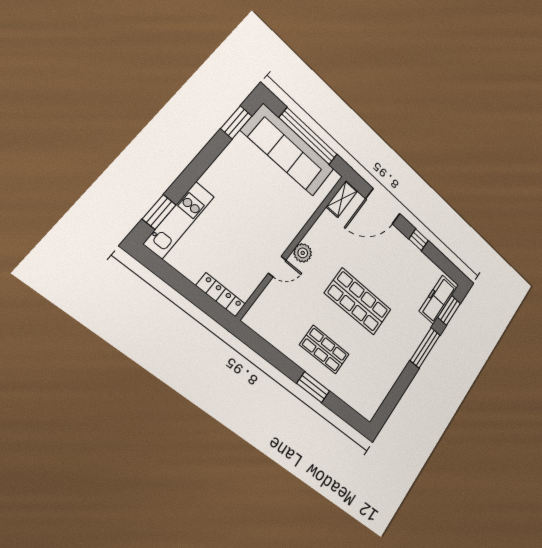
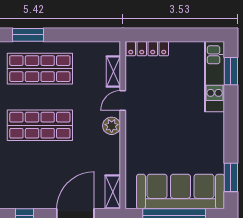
shelving: (266, 298) -> (113, 72), added
shop shelf: (324, 350) -> (40, 69), width x1.43, depth x1.36

